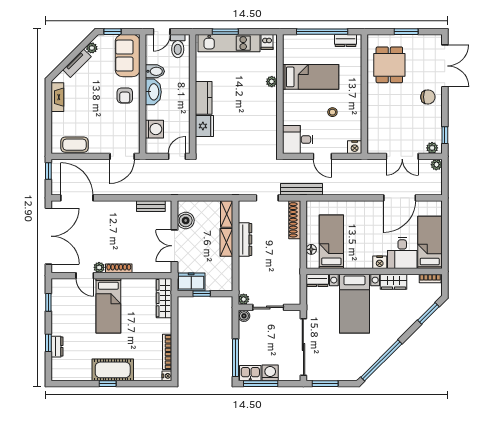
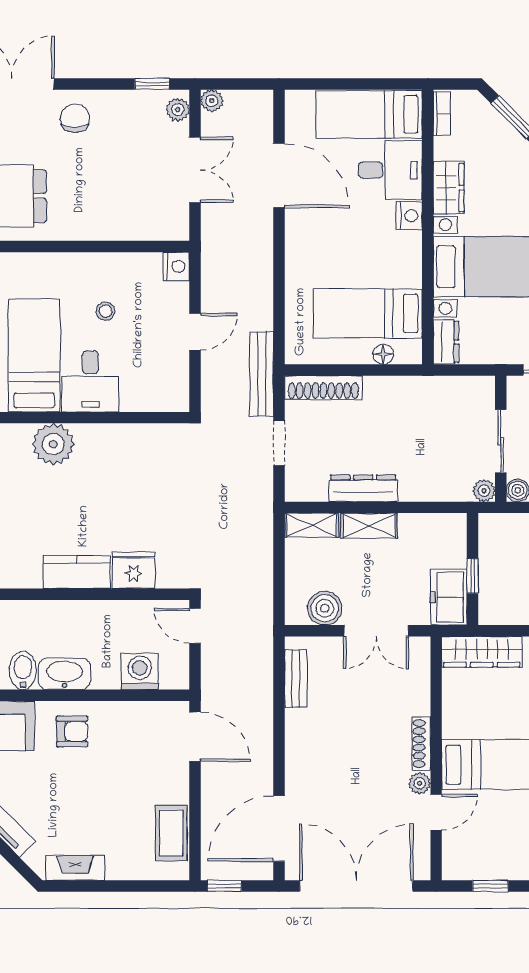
plant: (272, 82) -> (53, 444), width x1.88, depth x1.88
desk: (298, 140) -> (90, 381), moved

